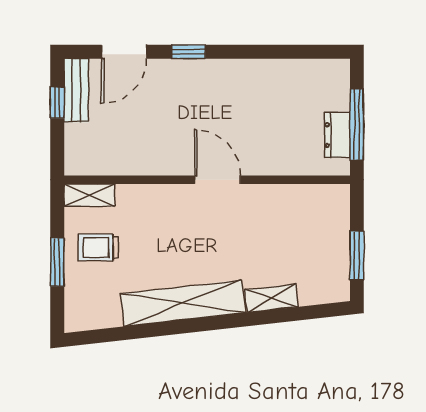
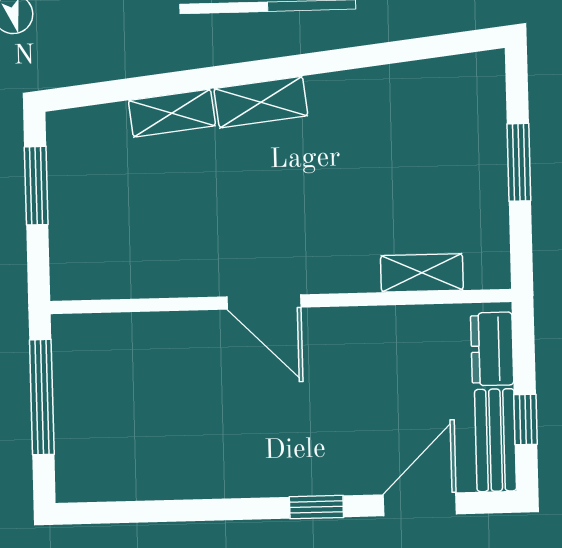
dresser: (337, 135) -> (492, 349), moved, turned 180
shelving: (89, 195) -> (422, 273), moved
trolley: (98, 247) -> (453, 188), removed
shelving: (183, 303) -> (261, 102), width x0.45, depth x0.75

